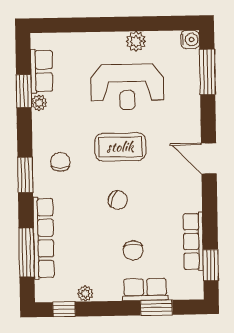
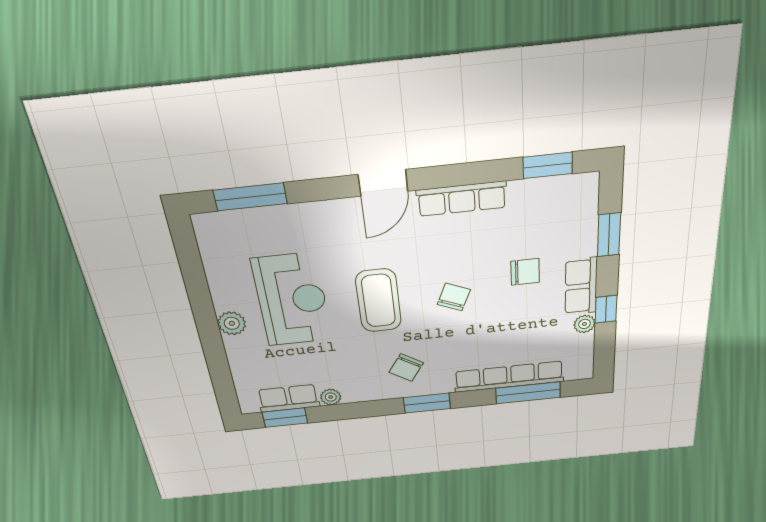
water cooler: (190, 40) -> (206, 225), removed
plant: (136, 41) -> (232, 323), moved
window: (24, 91) -> (285, 418), moved
chair: (60, 162) -> (406, 368), turned -57
row of seats: (193, 241) -> (462, 199), moved
row of seats: (145, 290) -> (581, 286), moved
window: (64, 309) -> (606, 309), moved

